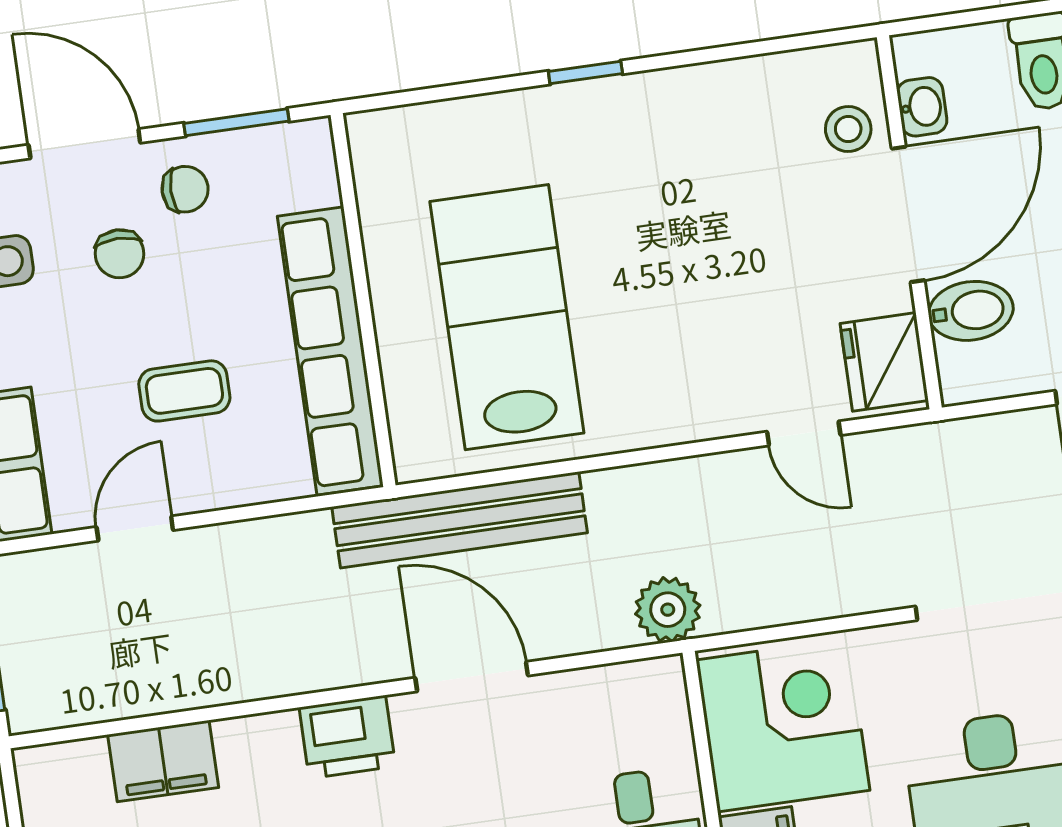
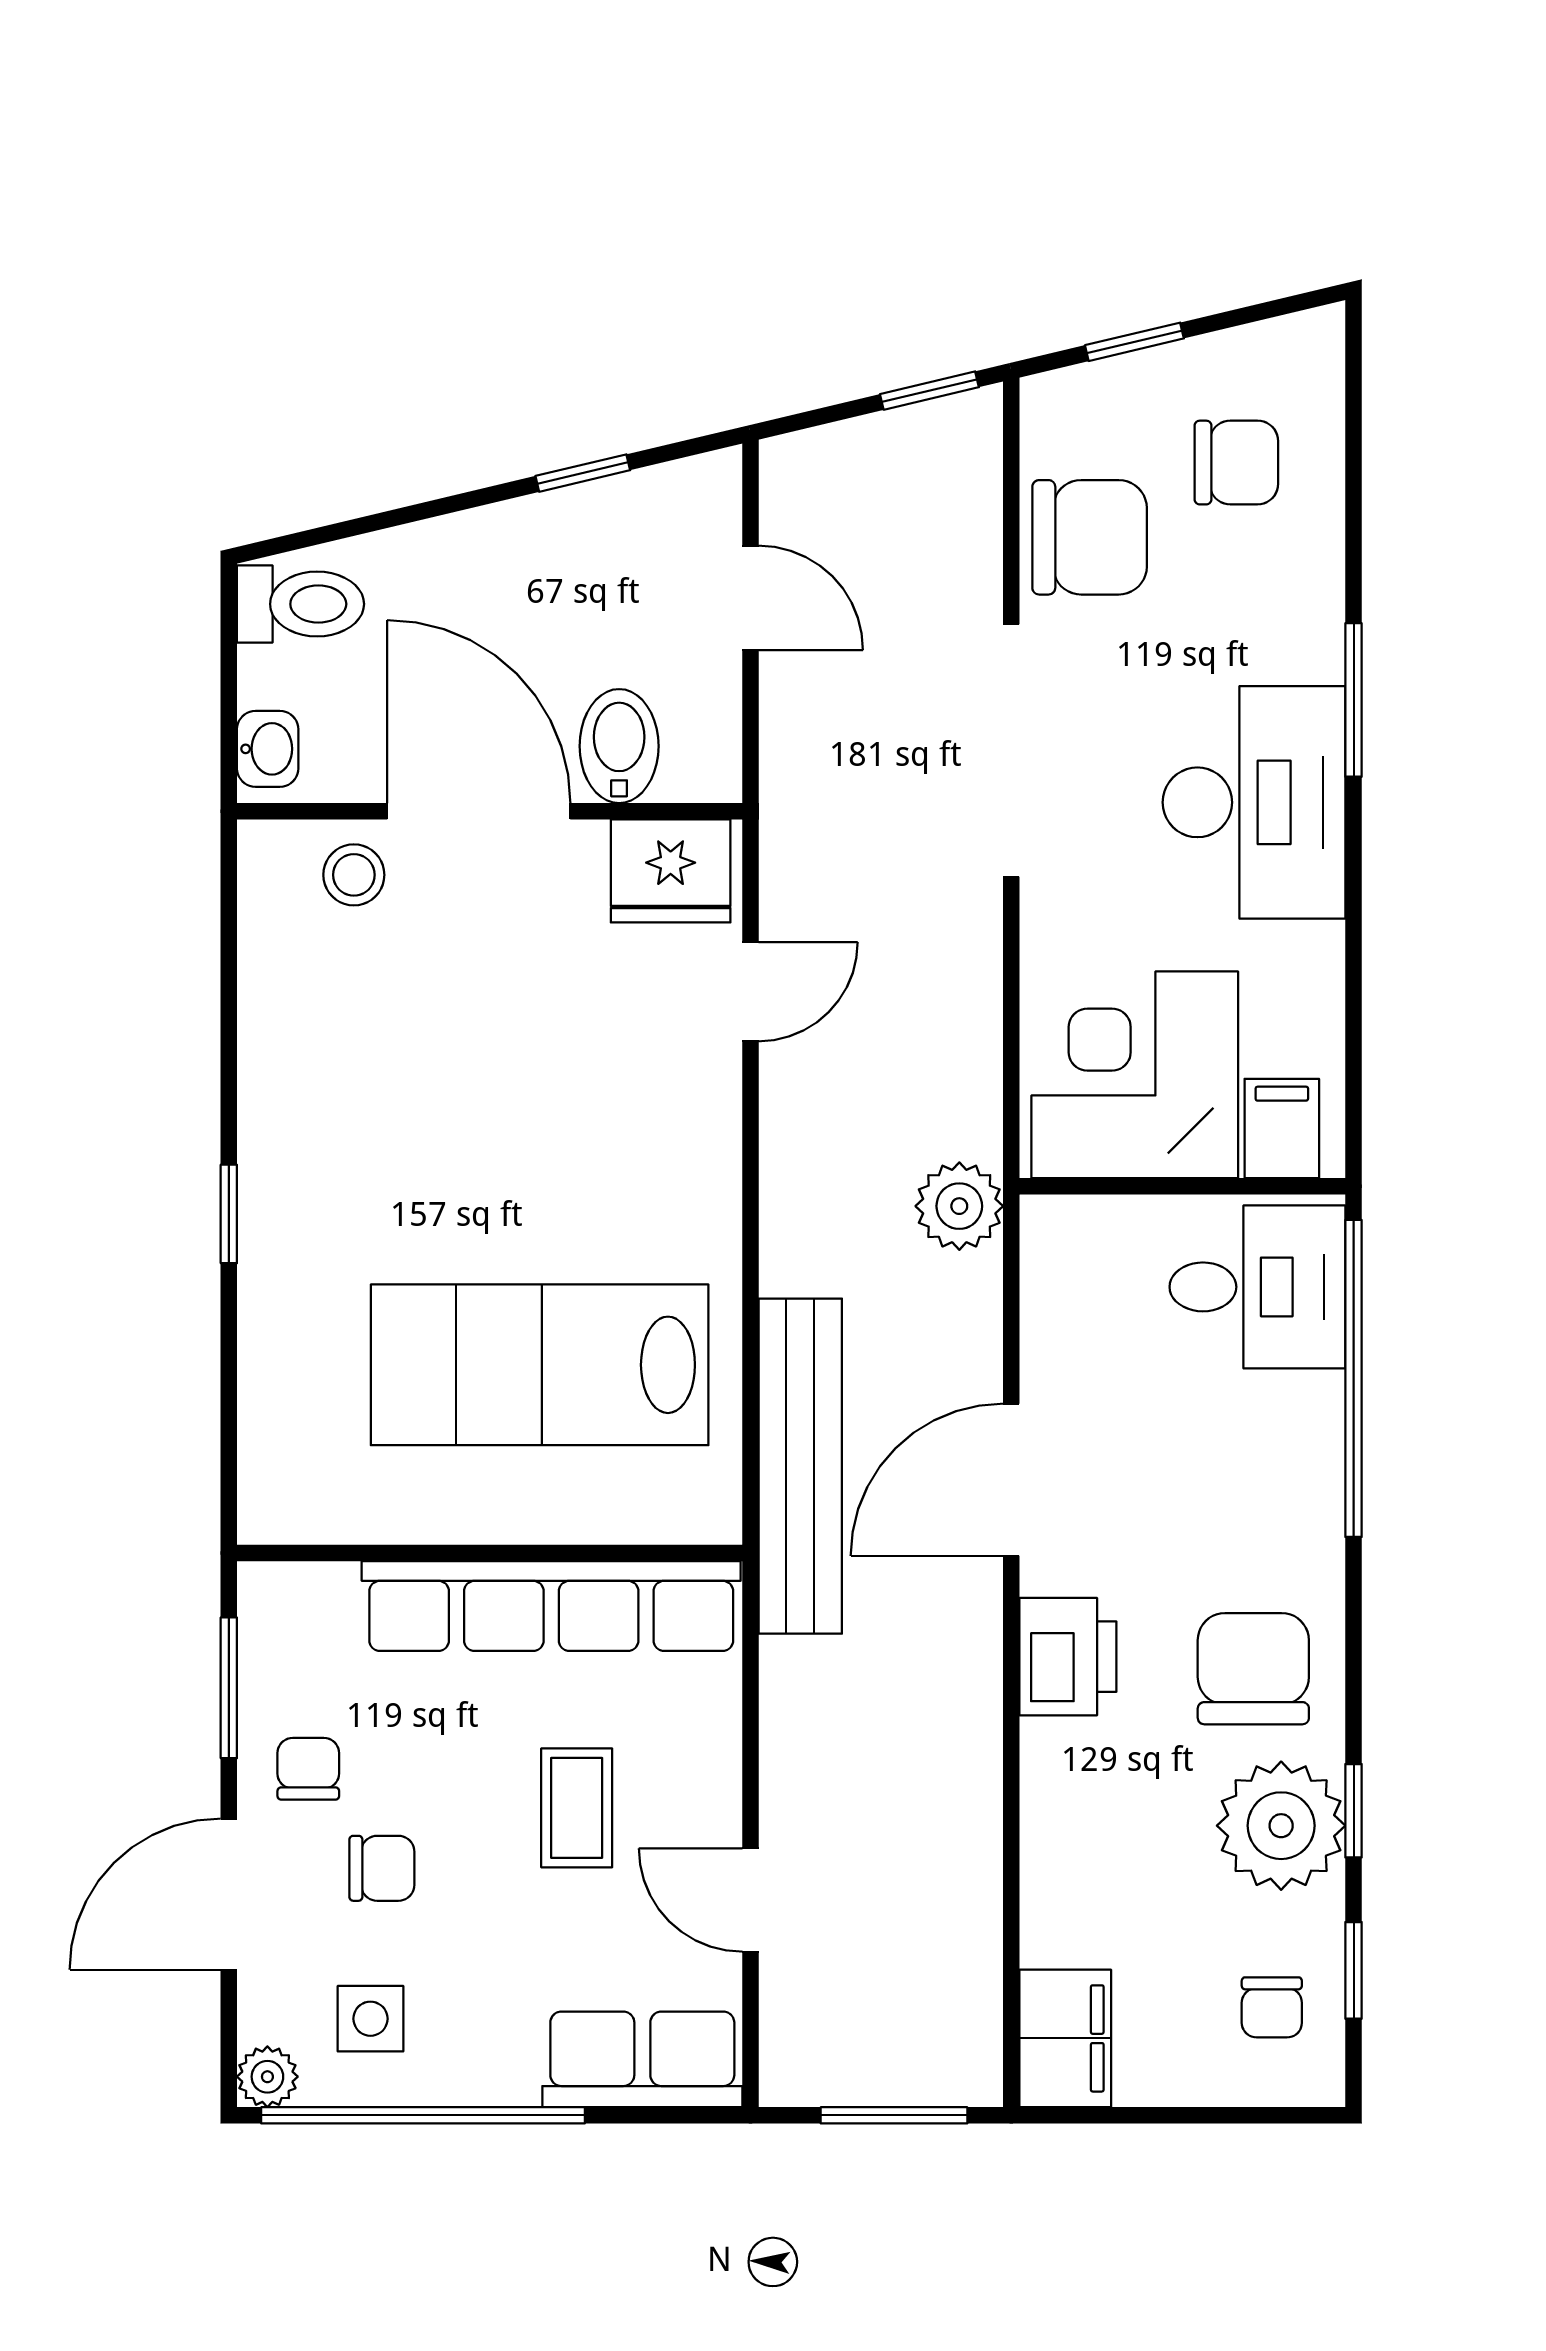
washbasin: (922, 107) -> (268, 749), moved, turned 90
filing cabinet: (163, 761) -> (1065, 2038), moved

